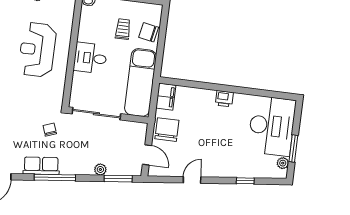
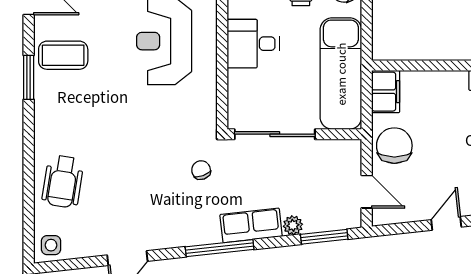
row of seats: (41, 166) -> (251, 225), moved

